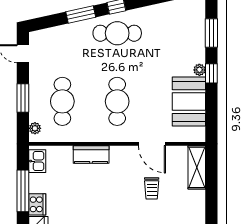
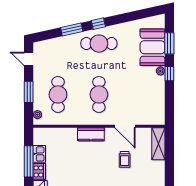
booth: (189, 102) -> (153, 47), moved
kitchen counter: (91, 154) -> (91, 134), moved
kitchen sink: (37, 161) -> (39, 154), moved

